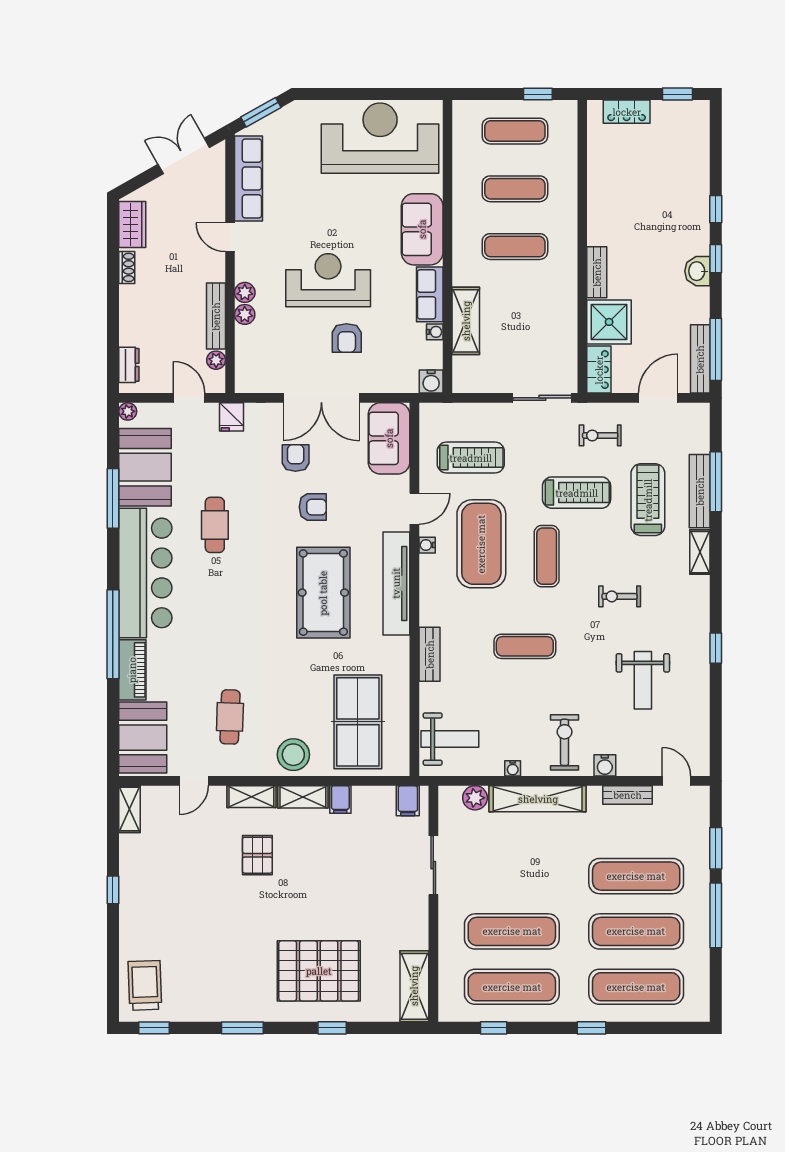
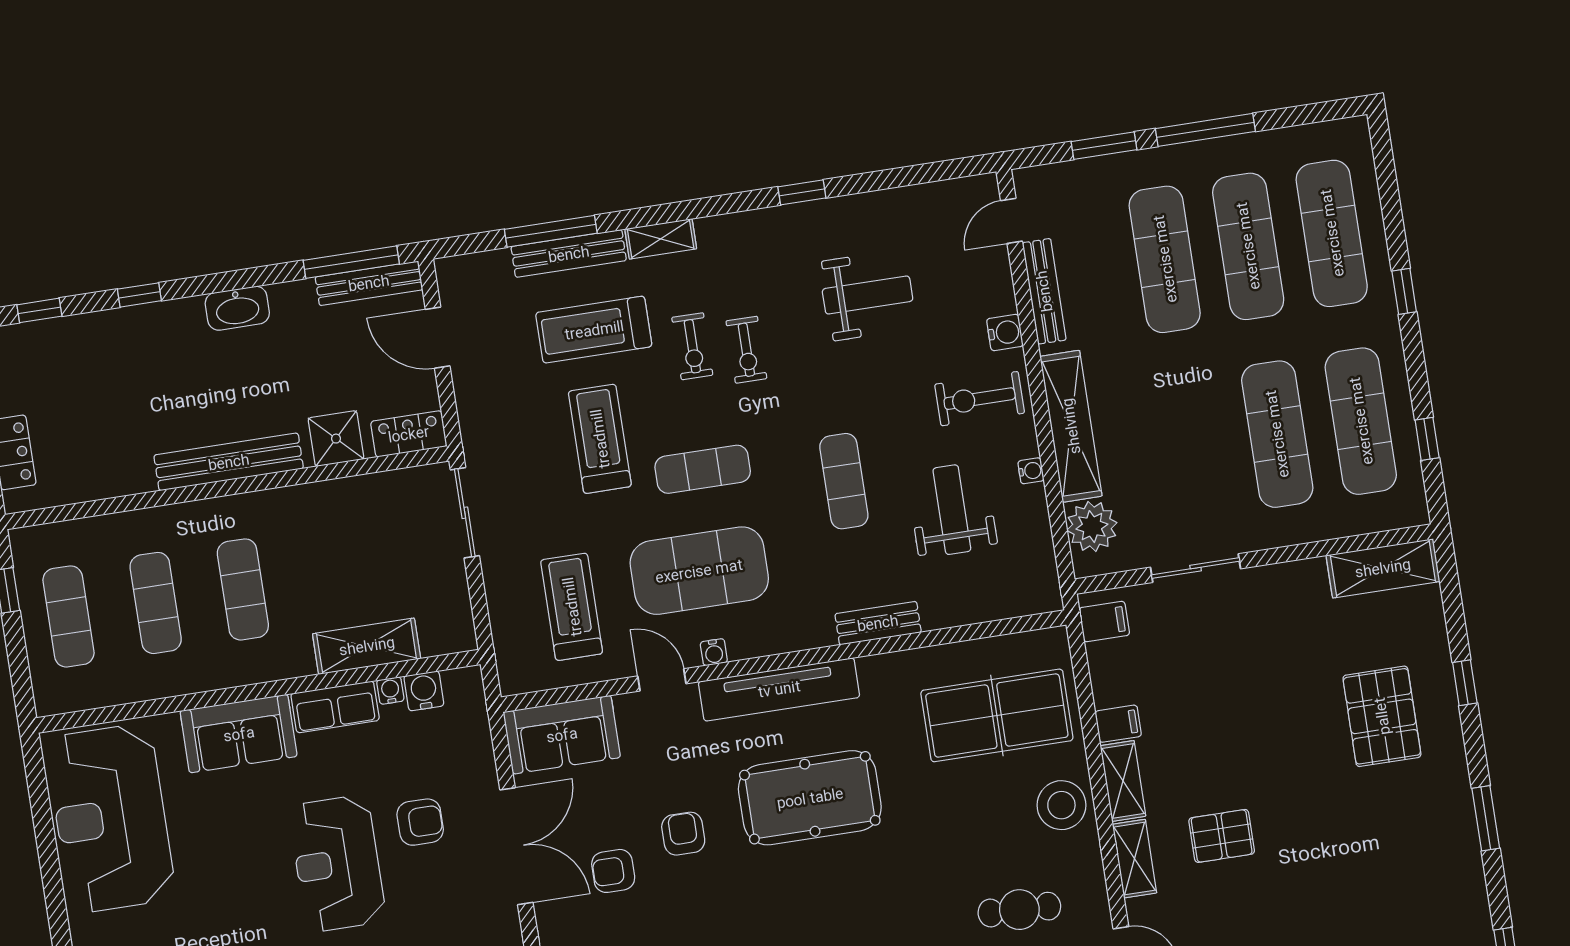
window: (716, 259) -> (39, 310), moved
washbasin: (697, 271) -> (237, 308), width x1.38
bench: (597, 272) -> (229, 462), width x1.86, depth x1.21
shower: (609, 322) -> (336, 439), width x0.73, depth x0.73
water cooler: (431, 381) -> (424, 691), moved, turned -90
exercise bike: (600, 435) -> (692, 346), moved
weight bench: (450, 739) -> (952, 510), moved
bench: (628, 795) -> (1044, 291), width x1.36
plant: (475, 798) -> (1092, 527), width x1.36, depth x1.36
pallet: (319, 971) -> (1382, 716), width x0.73, depth x0.71

